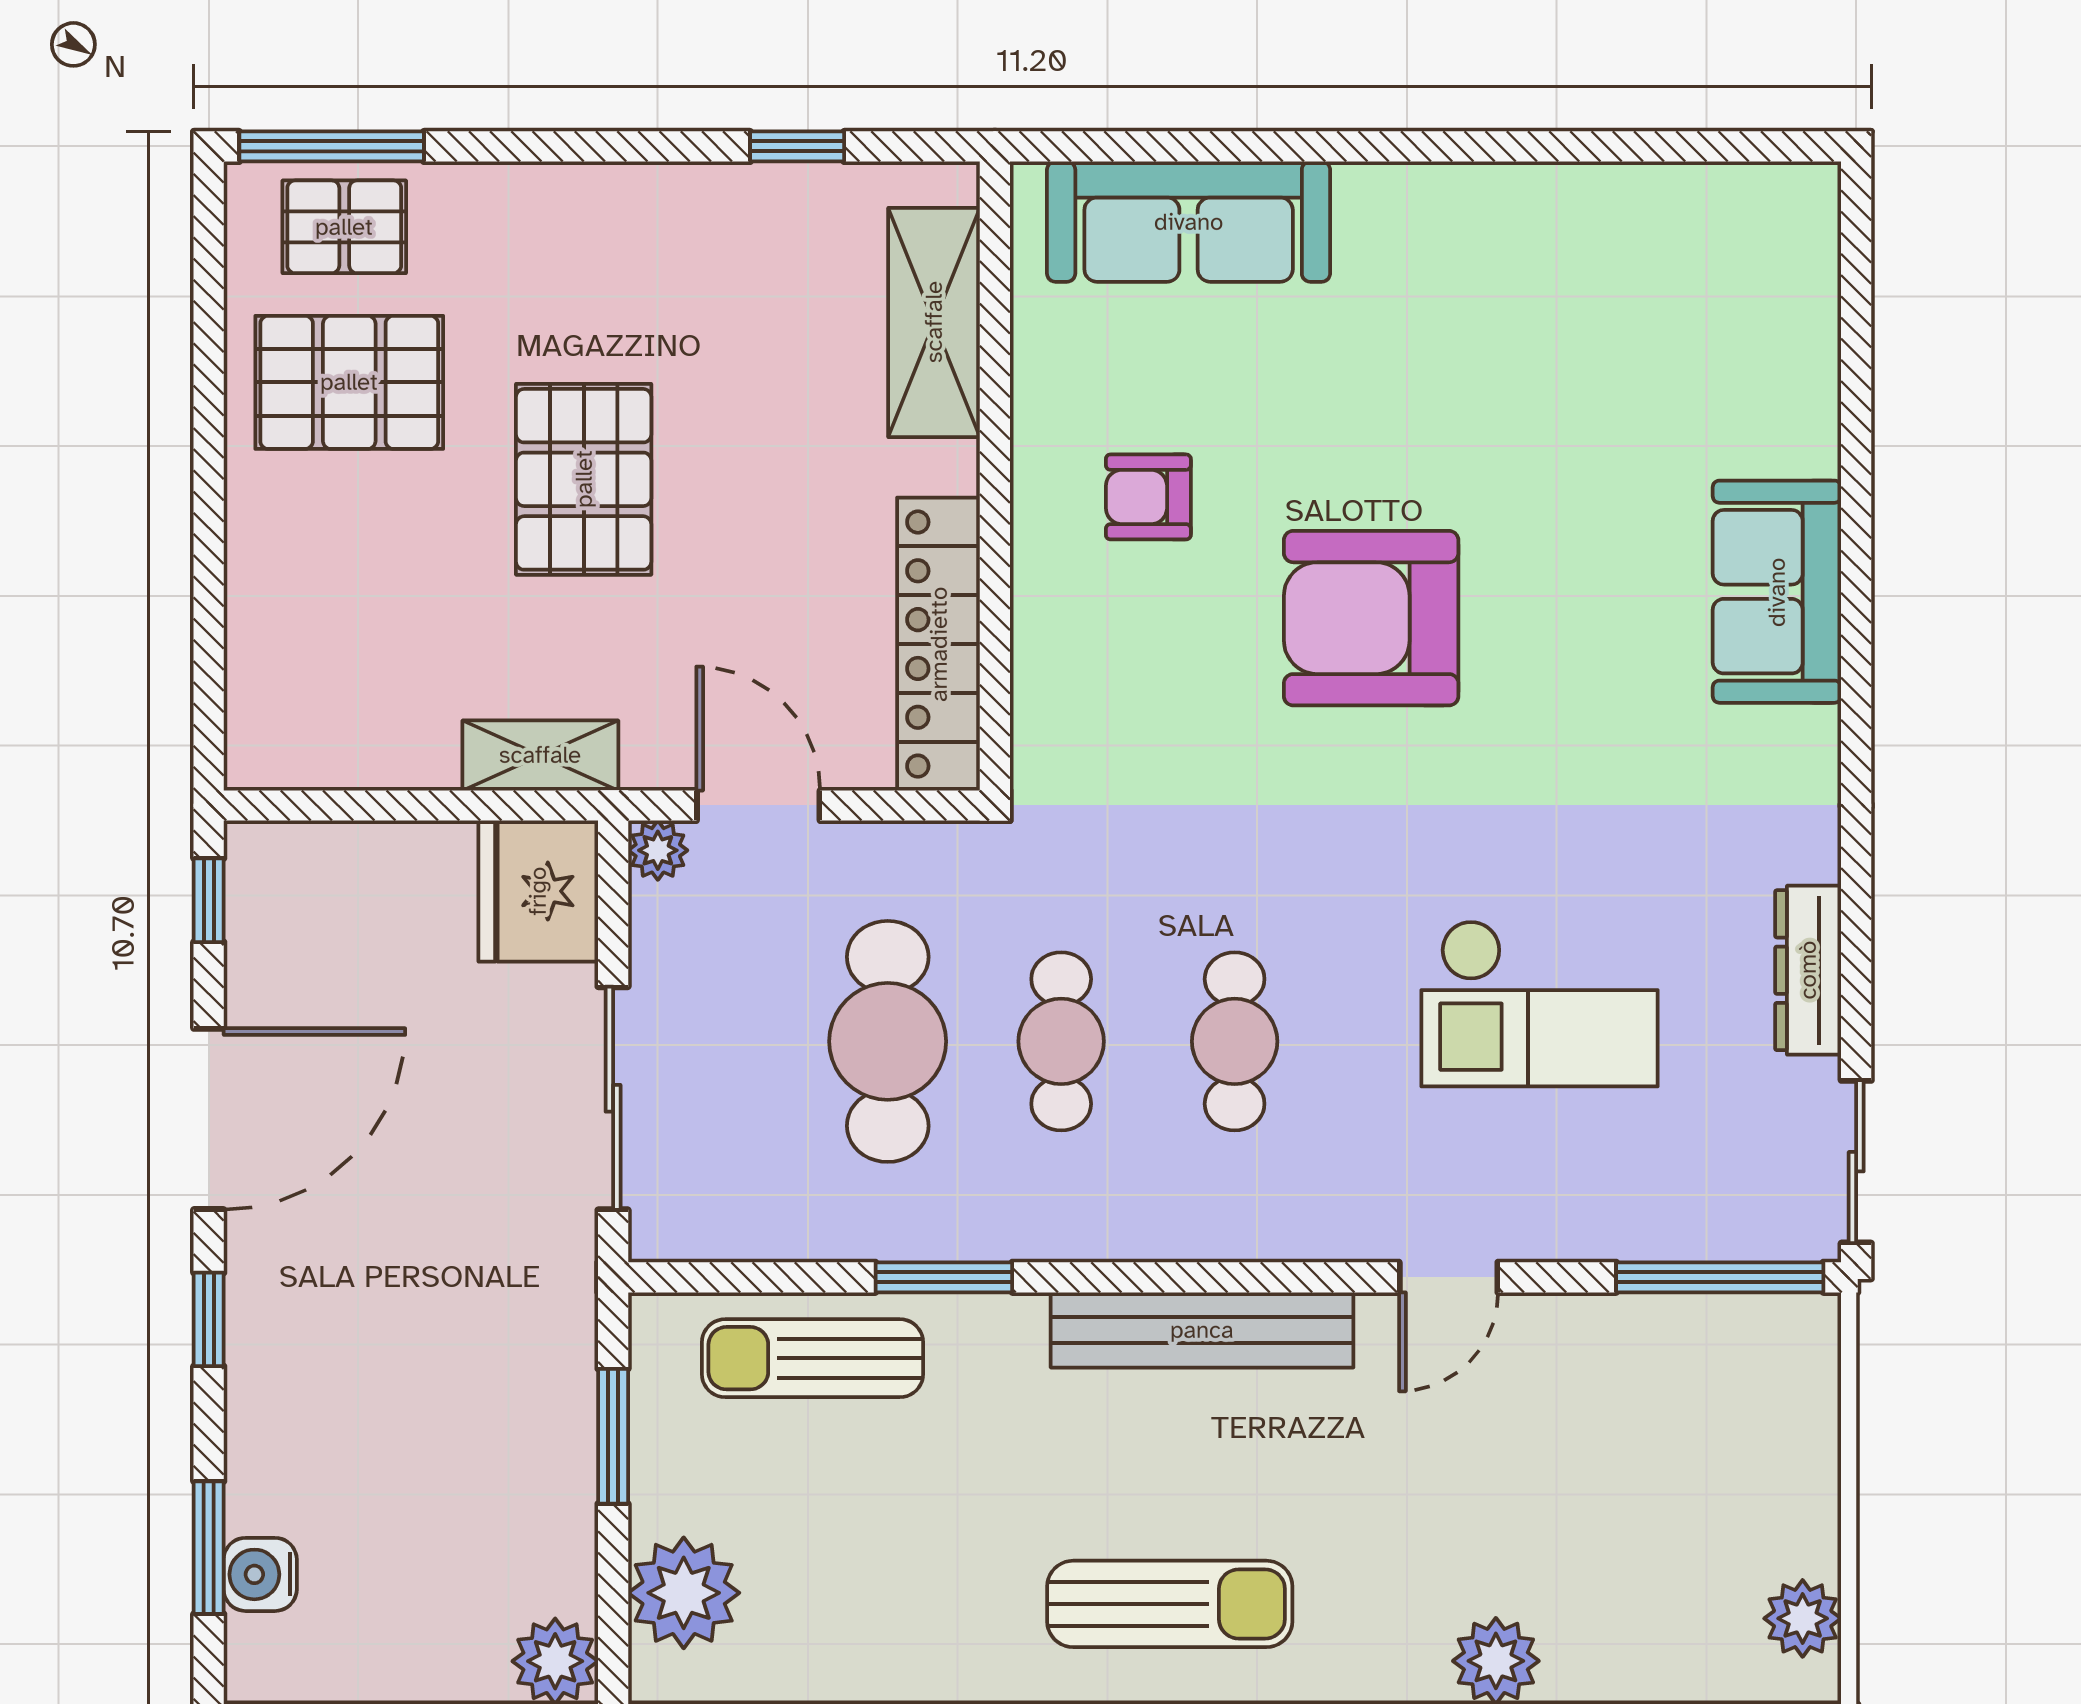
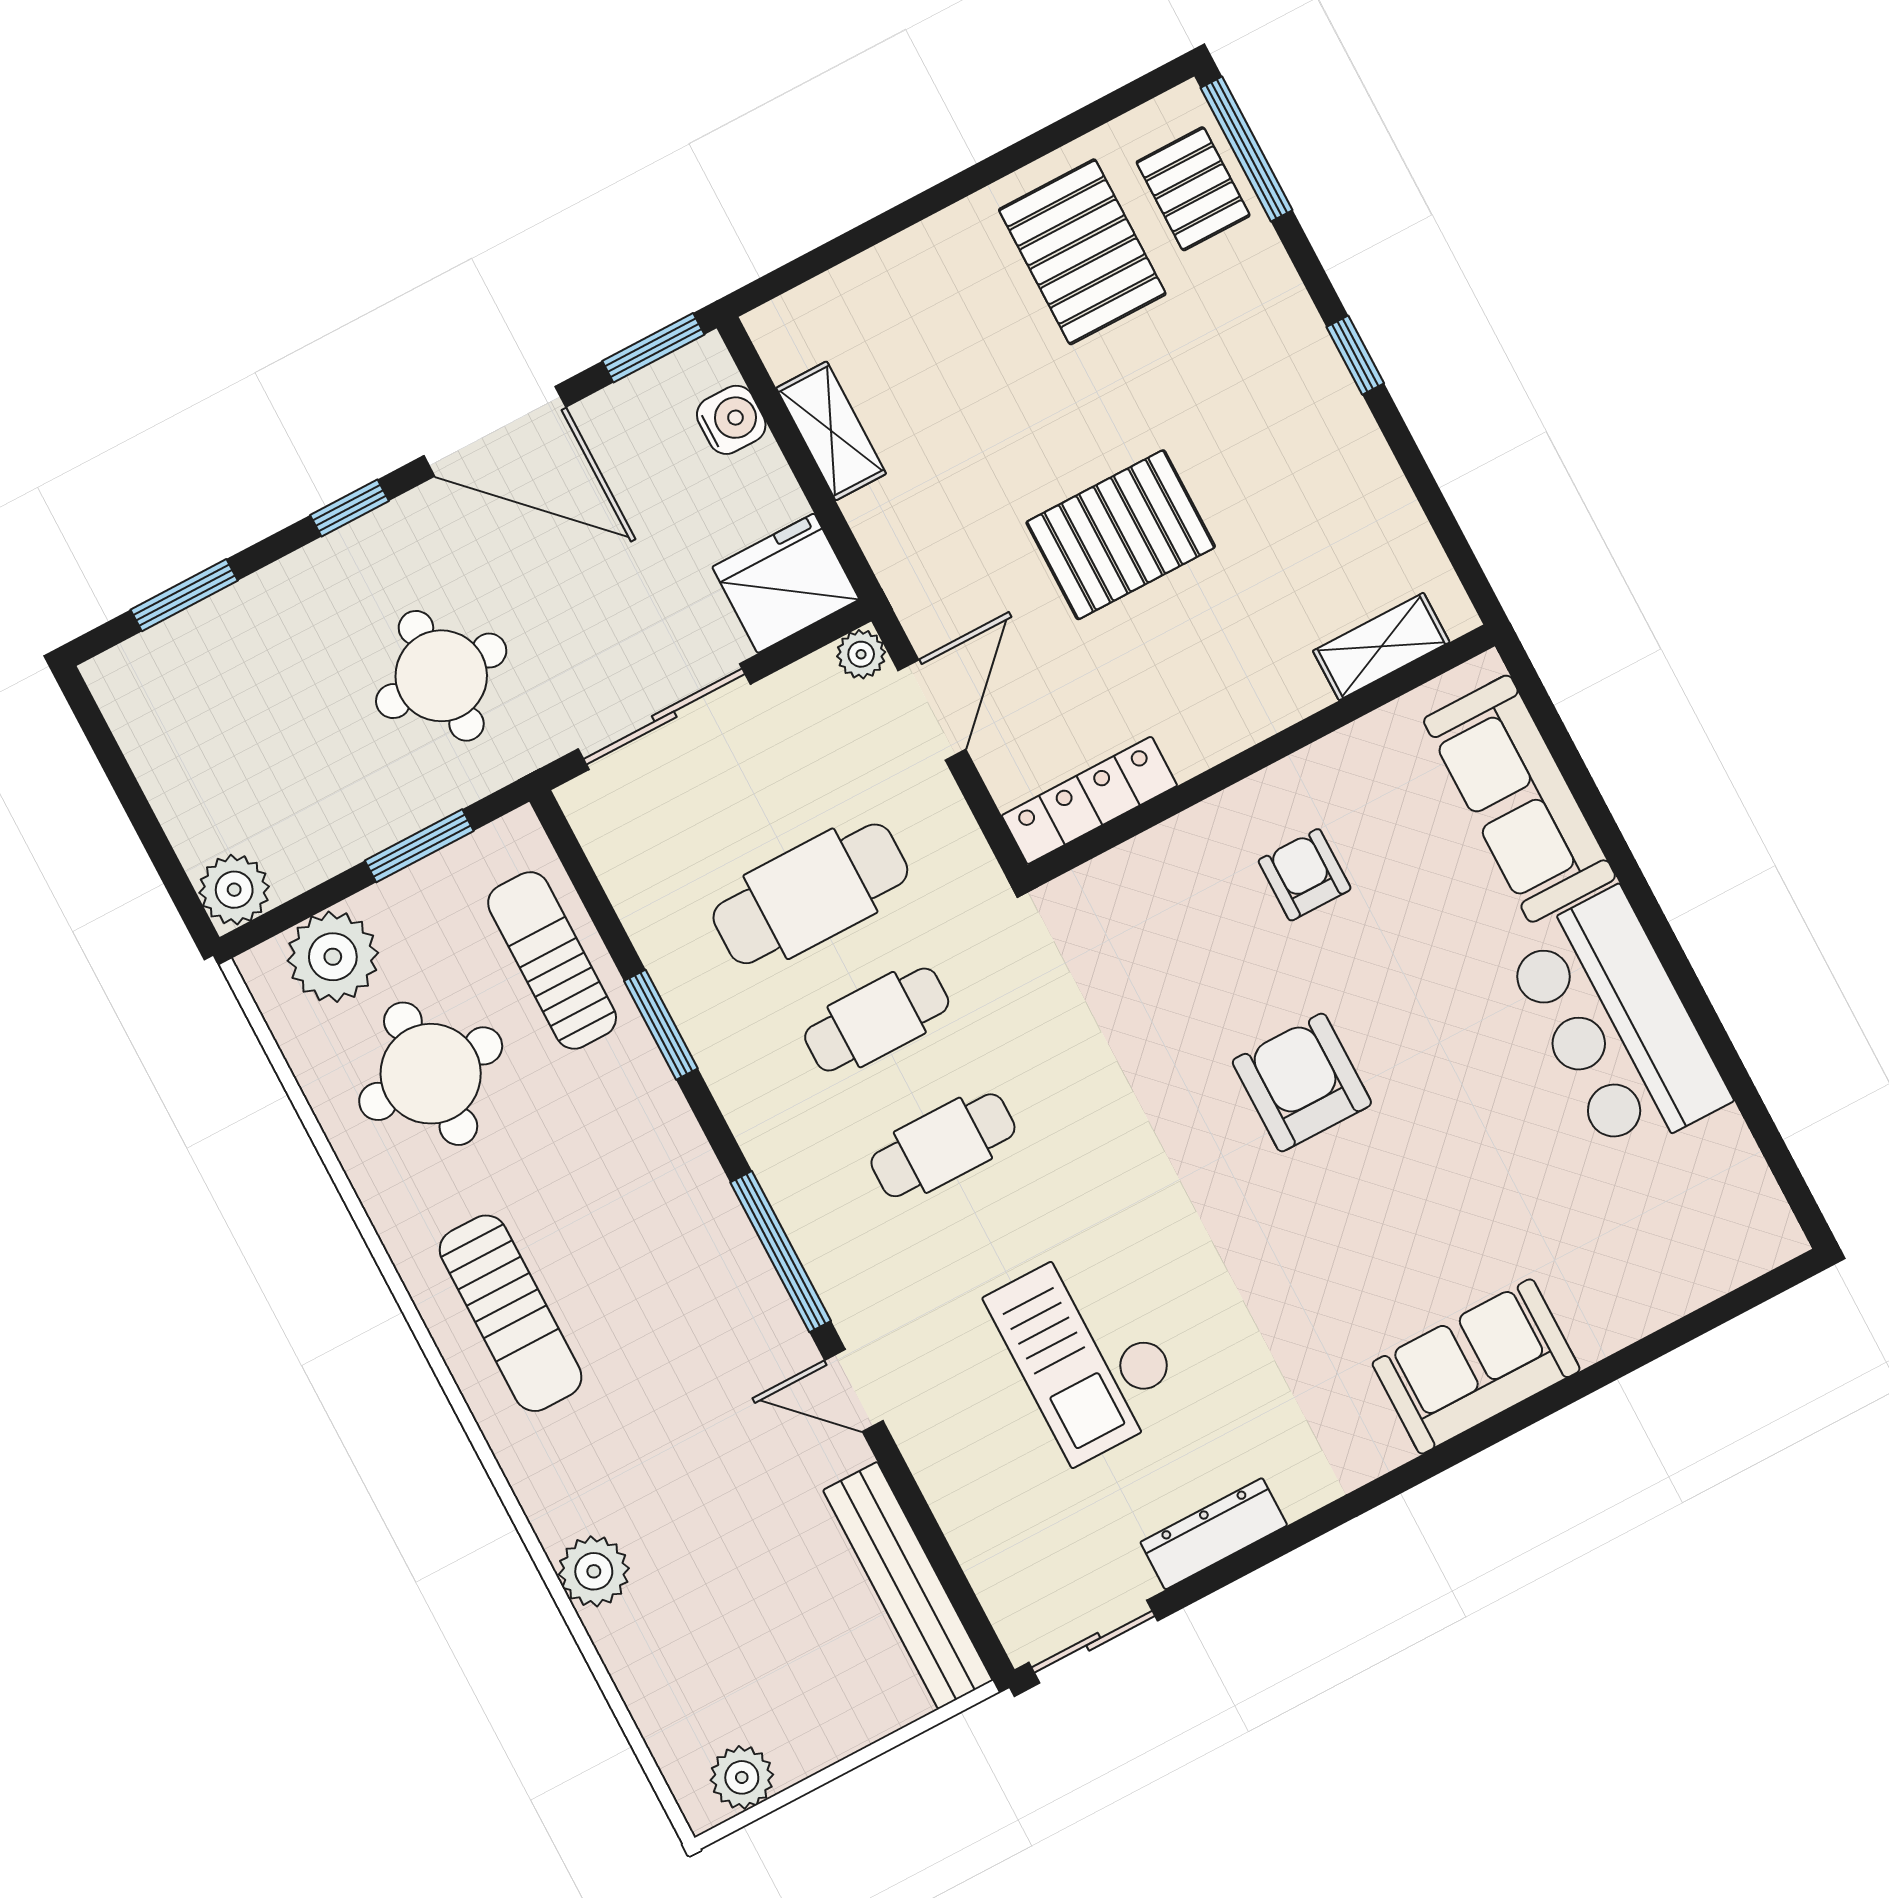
window: (797, 146) -> (1355, 355), moved
bar counter: (1487, 245) -> (1616, 1024), added
shelving: (934, 322) -> (1381, 647), width x0.67, depth x0.75
pallet: (584, 479) -> (1121, 535), moved
armchair: (1371, 618) -> (1302, 1082), width x0.73, depth x0.73
locker: (939, 644) -> (1089, 800), width x0.71, depth x0.83
shelving: (540, 755) -> (831, 431), moved
window: (209, 900) -> (653, 348), width x1.50
window: (1720, 1277) -> (781, 1252), moved
round table: (442, 1316) -> (441, 676), added
bench: (1202, 1330) -> (908, 1585), moved
round table: (866, 1554) -> (431, 1074), added
water cooler: (260, 1574) -> (731, 420), moved, turned 90

